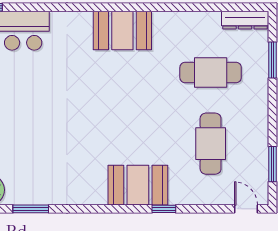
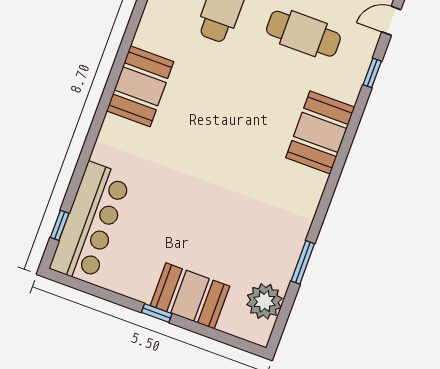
window: (164, 209) -> (372, 73), moved

